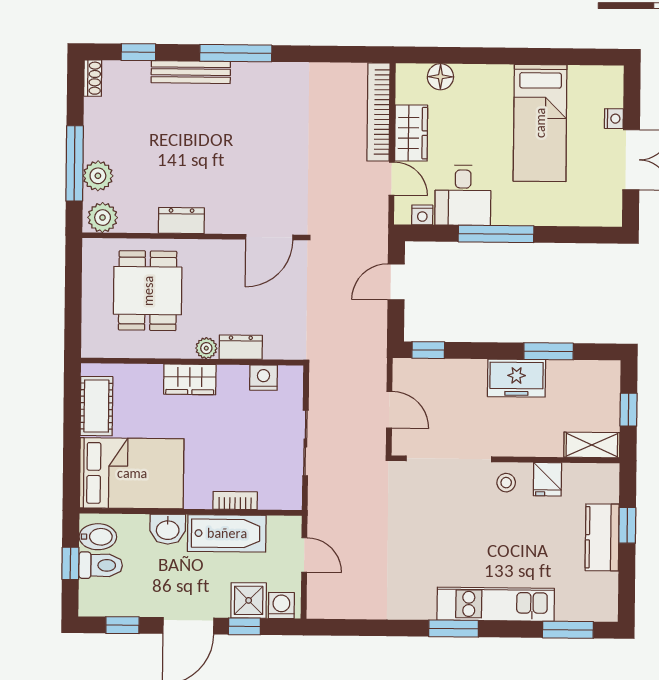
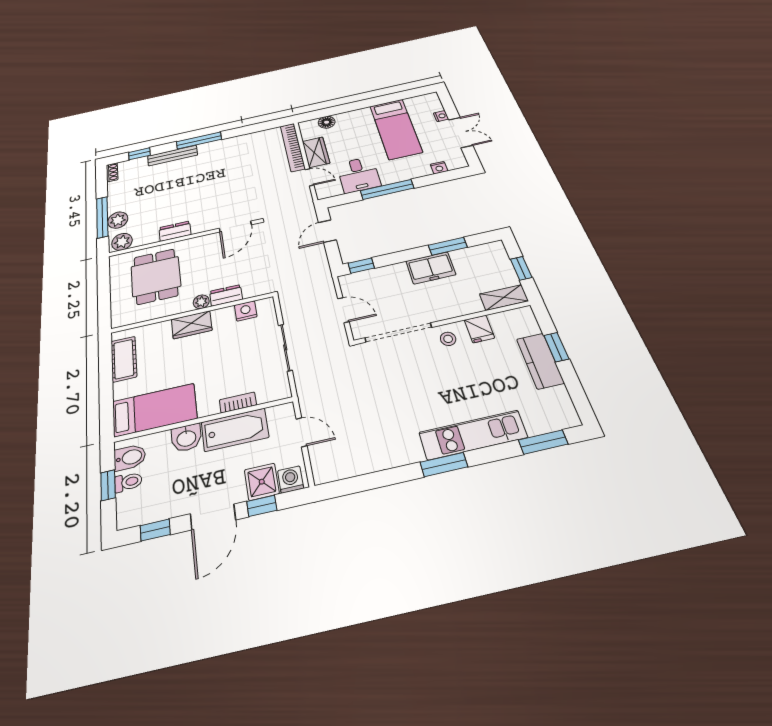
nightstand: (422, 215) -> (439, 168), moved
bed: (132, 473) -> (154, 410), width x0.67
toilet: (101, 565) -> (128, 482), width x0.73, depth x0.72

